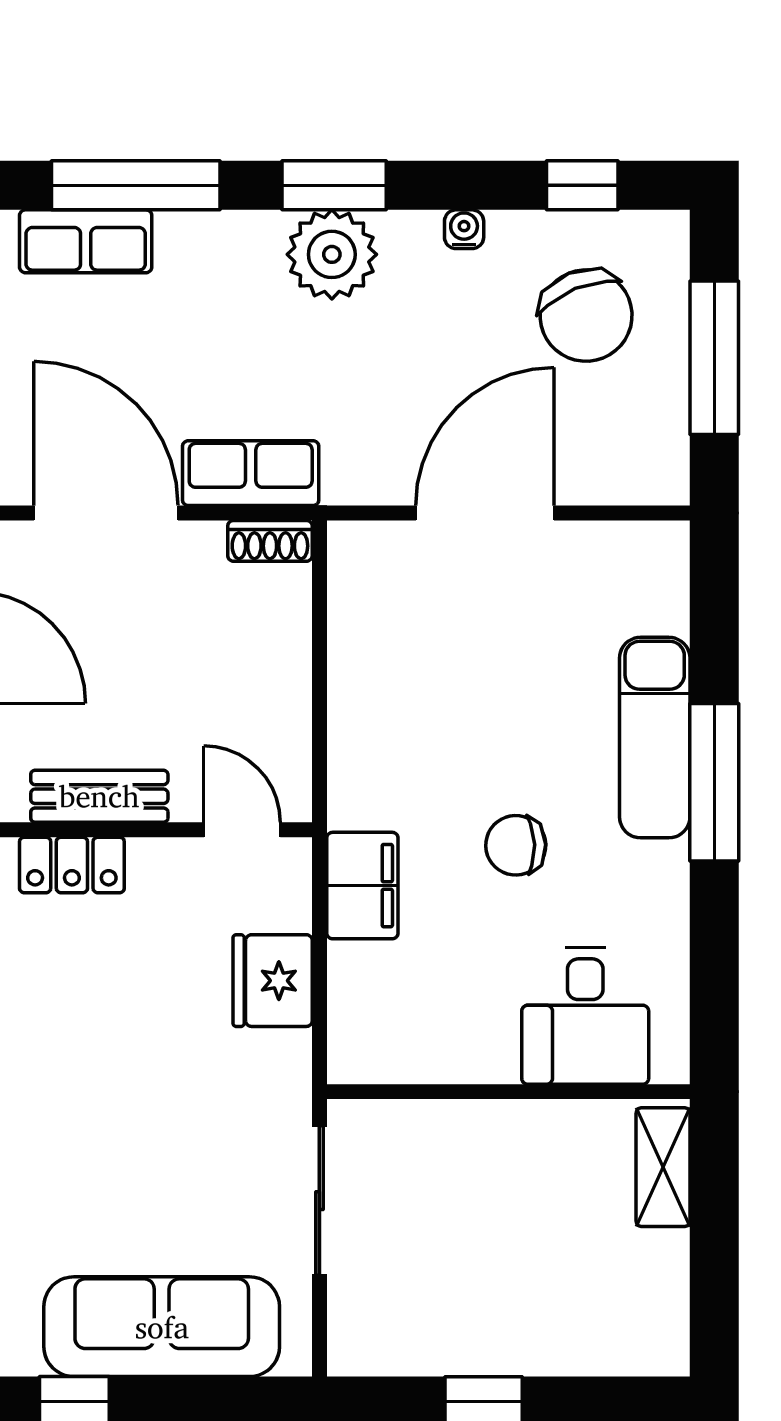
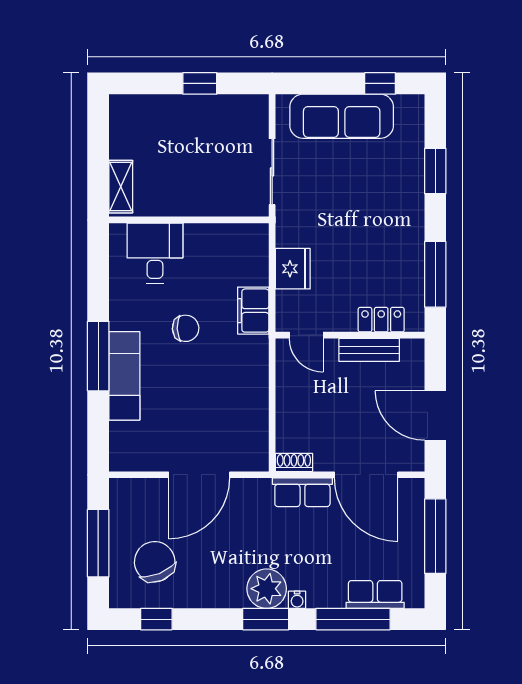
water cooler: (464, 229) -> (297, 600), moved

